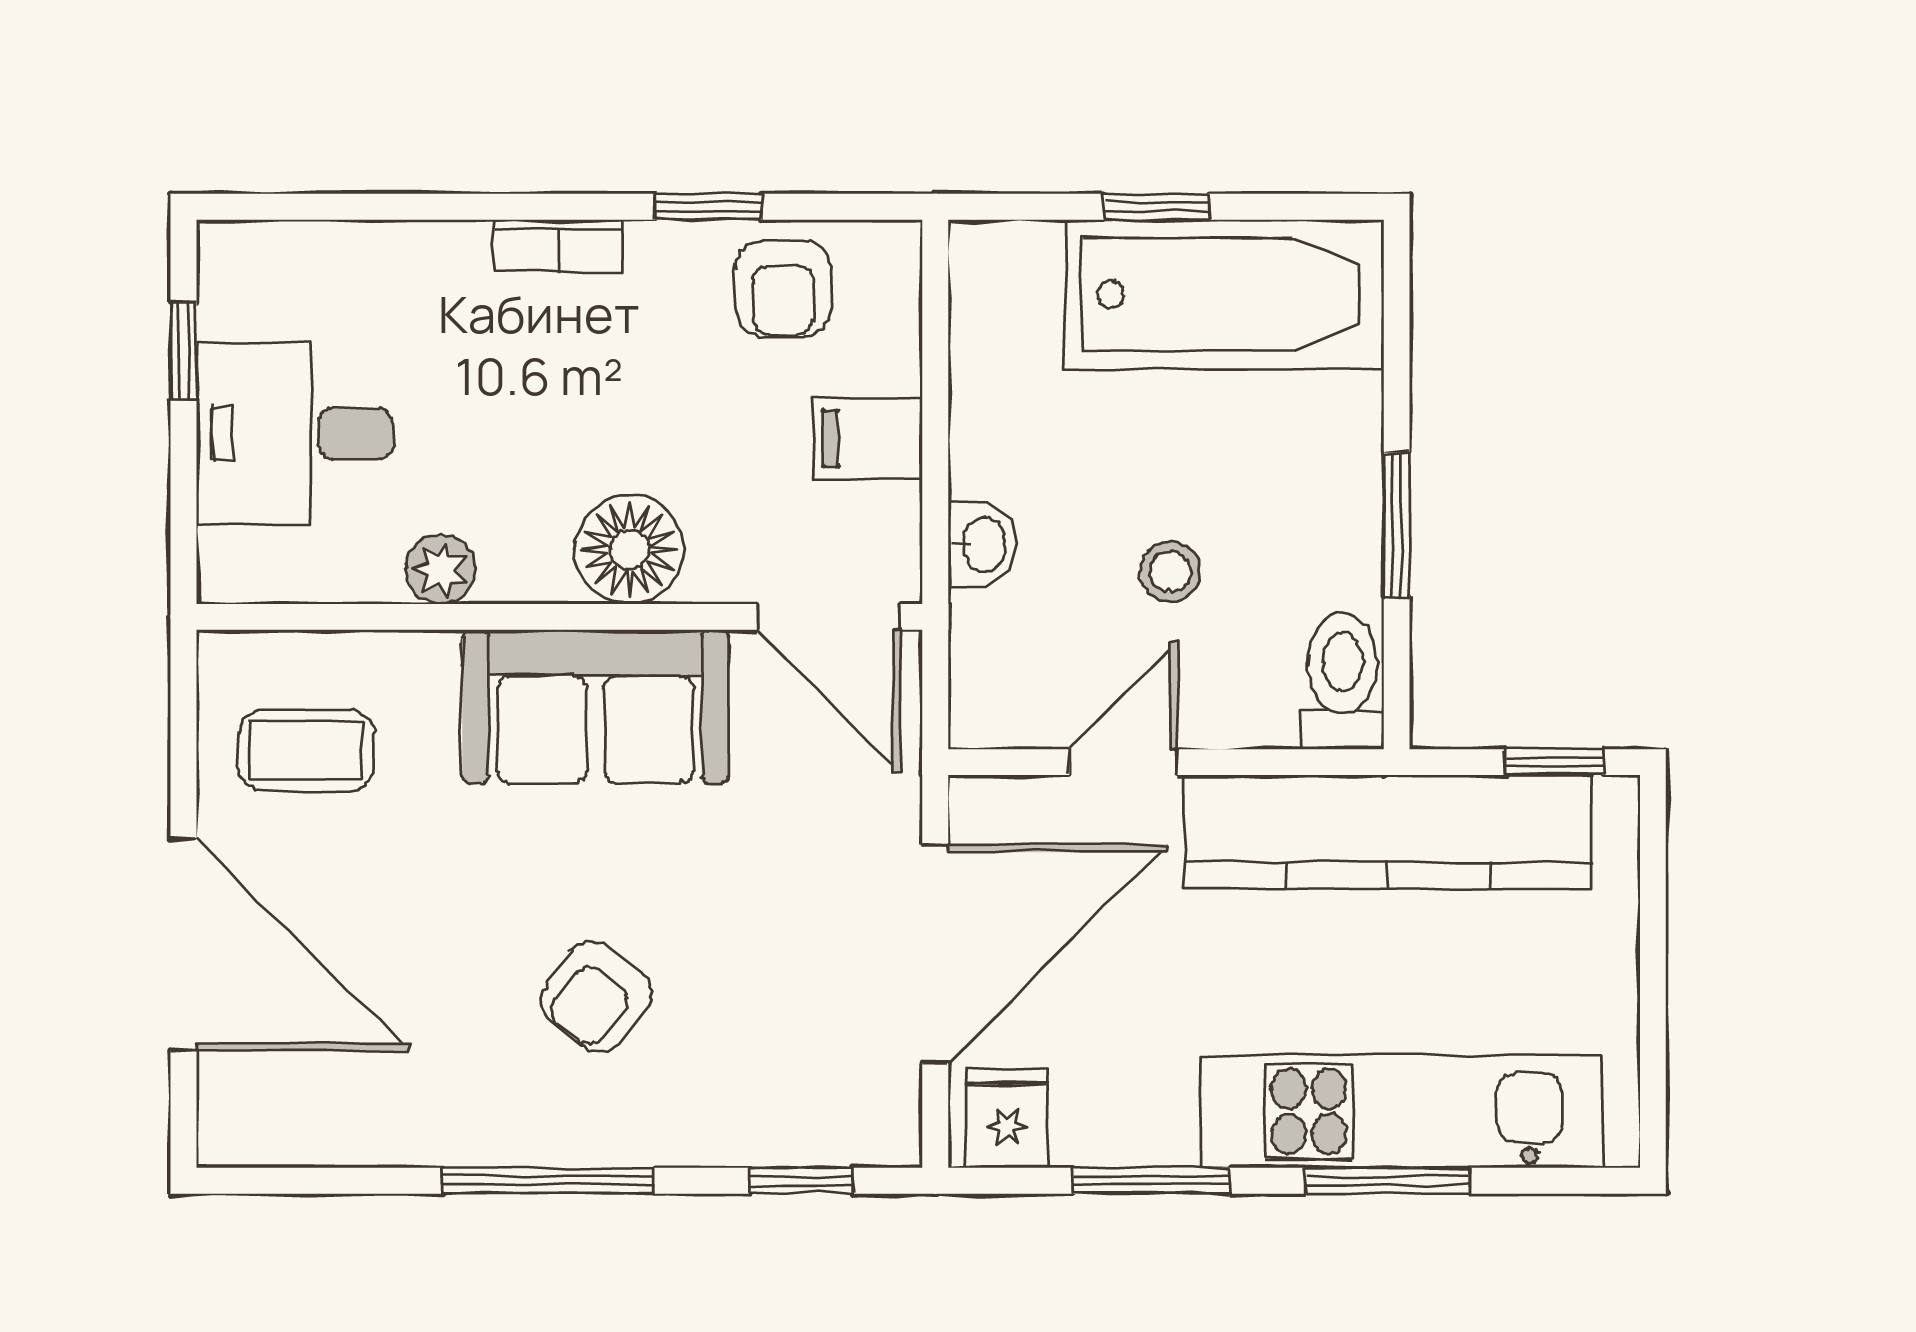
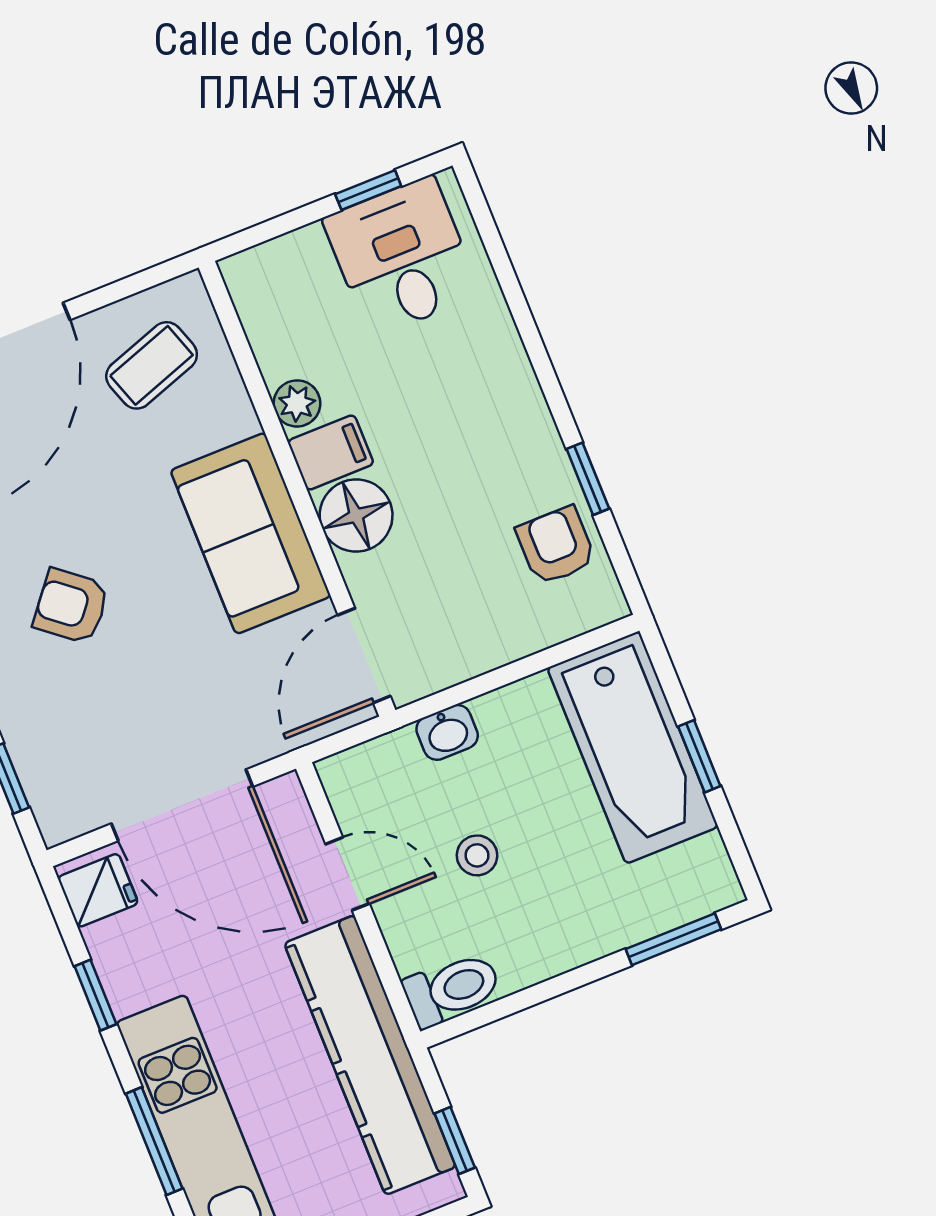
bookcase: (559, 246) -> (527, 396), removed
armchair: (783, 288) -> (556, 546), turned 90
bathtub: (1225, 294) -> (633, 747), moved
desk: (295, 434) -> (402, 257), moved
filing cabinet: (868, 438) -> (331, 452), moved, turned 90
window: (1397, 525) -> (673, 939), moved
coffee table: (306, 750) -> (152, 365), turned 71
window: (1151, 1181) -> (95, 995), width x0.67

